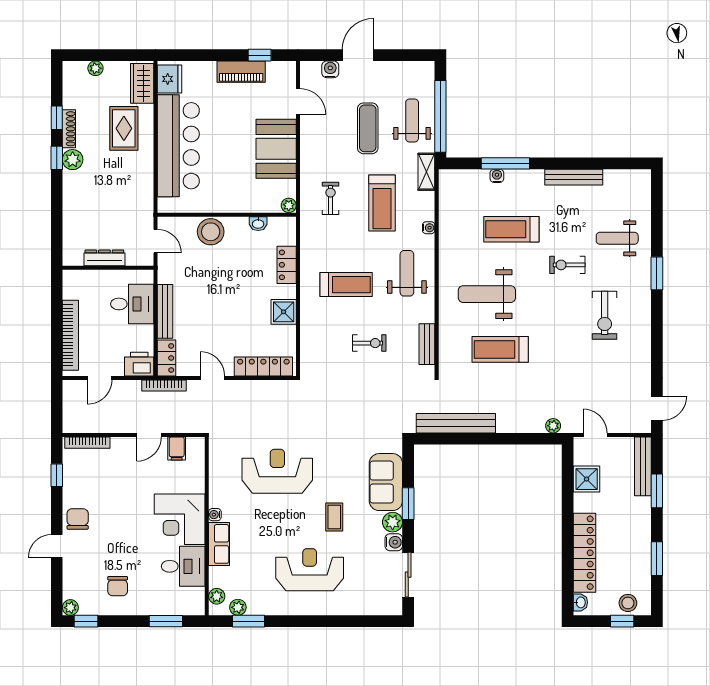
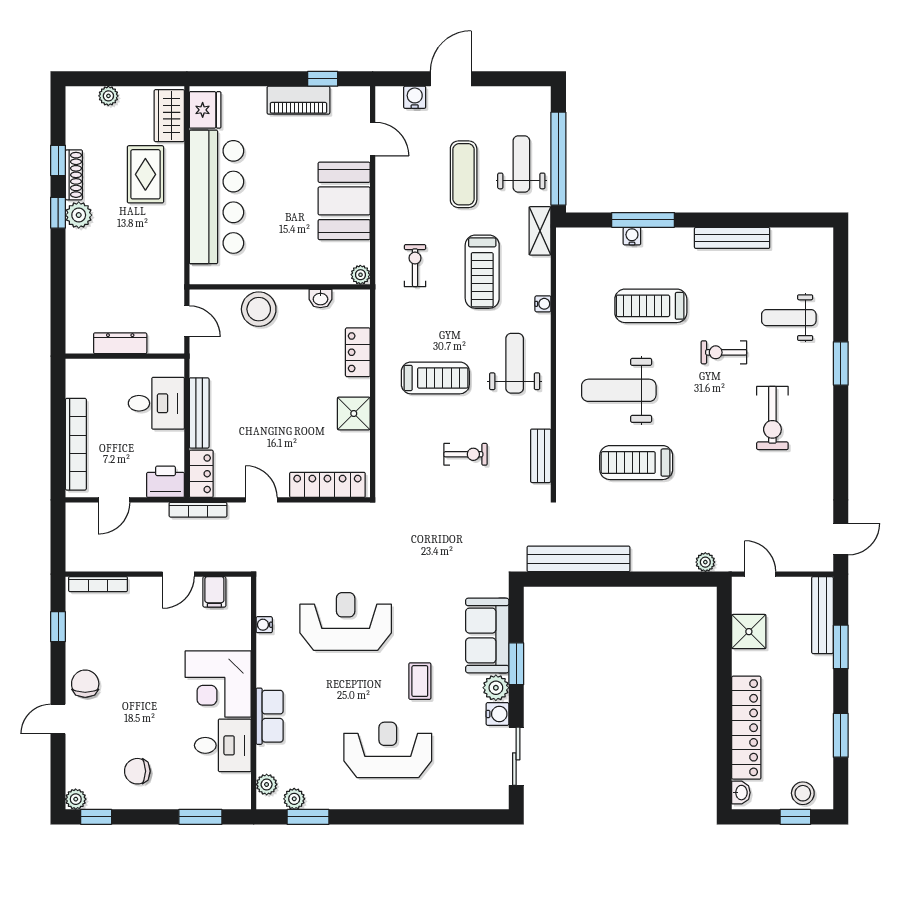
water cooler: (215, 515) -> (264, 625), moved
chair: (118, 586) -> (137, 771), turned 90

